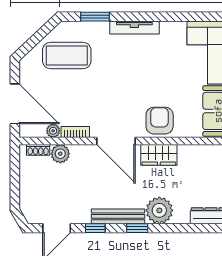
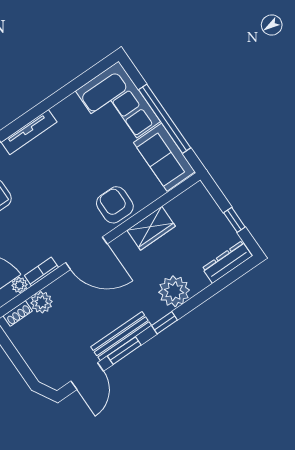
wardrobe: (159, 155) -> (151, 228), moved
bench: (118, 216) -> (121, 336), moved
window: (95, 228) -> (124, 351), width x1.50

